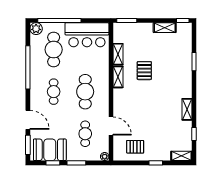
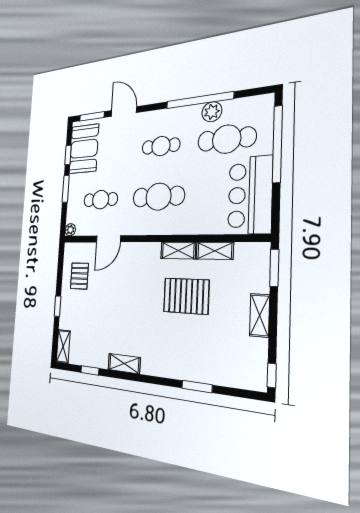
shelving: (165, 28) -> (259, 315), moved
plant: (36, 29) -> (212, 112), moved
pallet: (144, 71) -> (186, 296), width x1.50, depth x1.42
door: (28, 120) -> (124, 112), swing flipped

